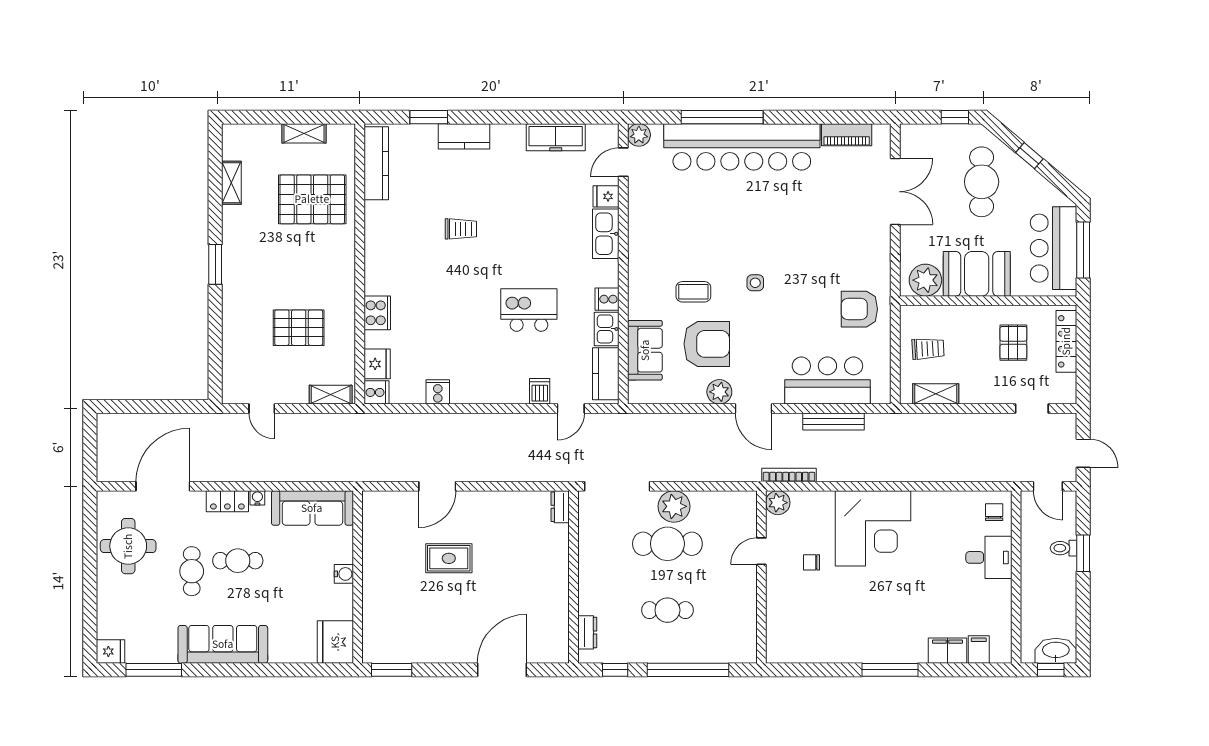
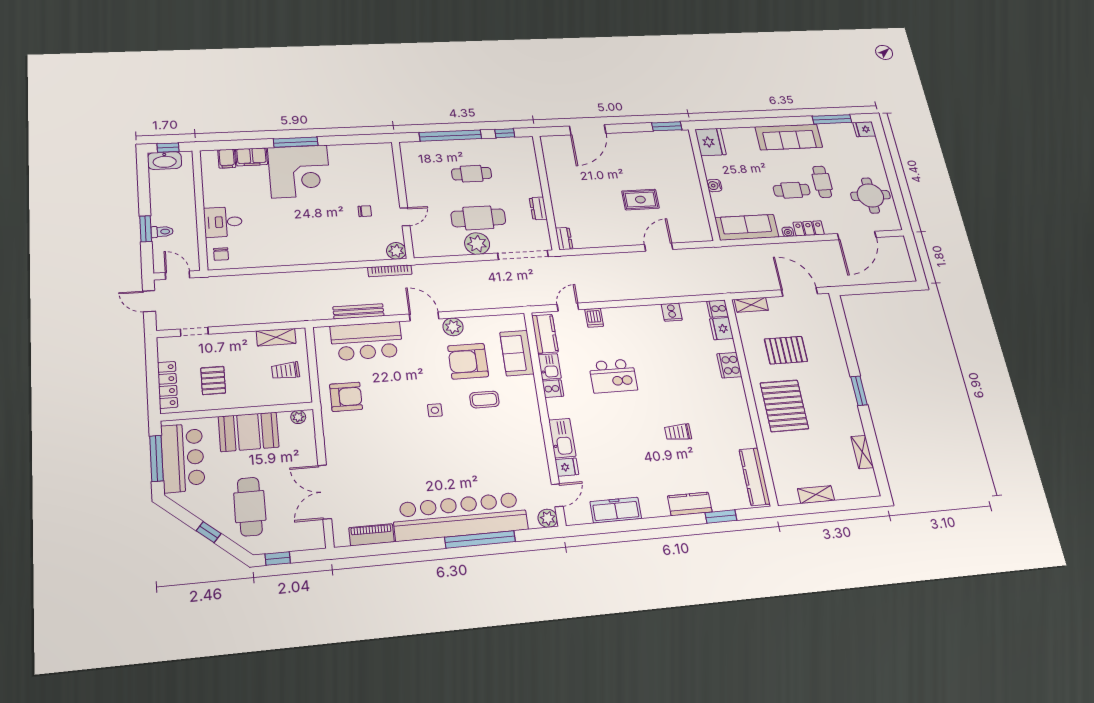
pallet: (312, 199) -> (784, 406), moved, turned 90
plant: (925, 280) -> (298, 417), width x0.53, depth x0.53
door: (262, 409) -> (799, 292), width x1.87
corner desk: (873, 528) -> (299, 171), moved, turned 180
dresser: (587, 632) -> (538, 208), moved

